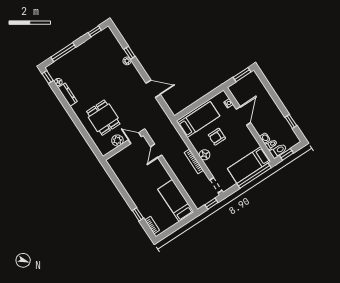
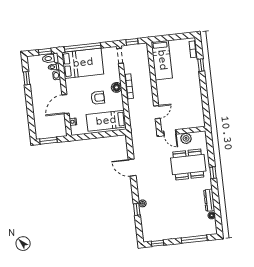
window: (48, 77) -> (213, 173), moved
dining table: (103, 118) -> (188, 164), width x1.38
bed: (249, 165) -> (83, 63), width x1.50

